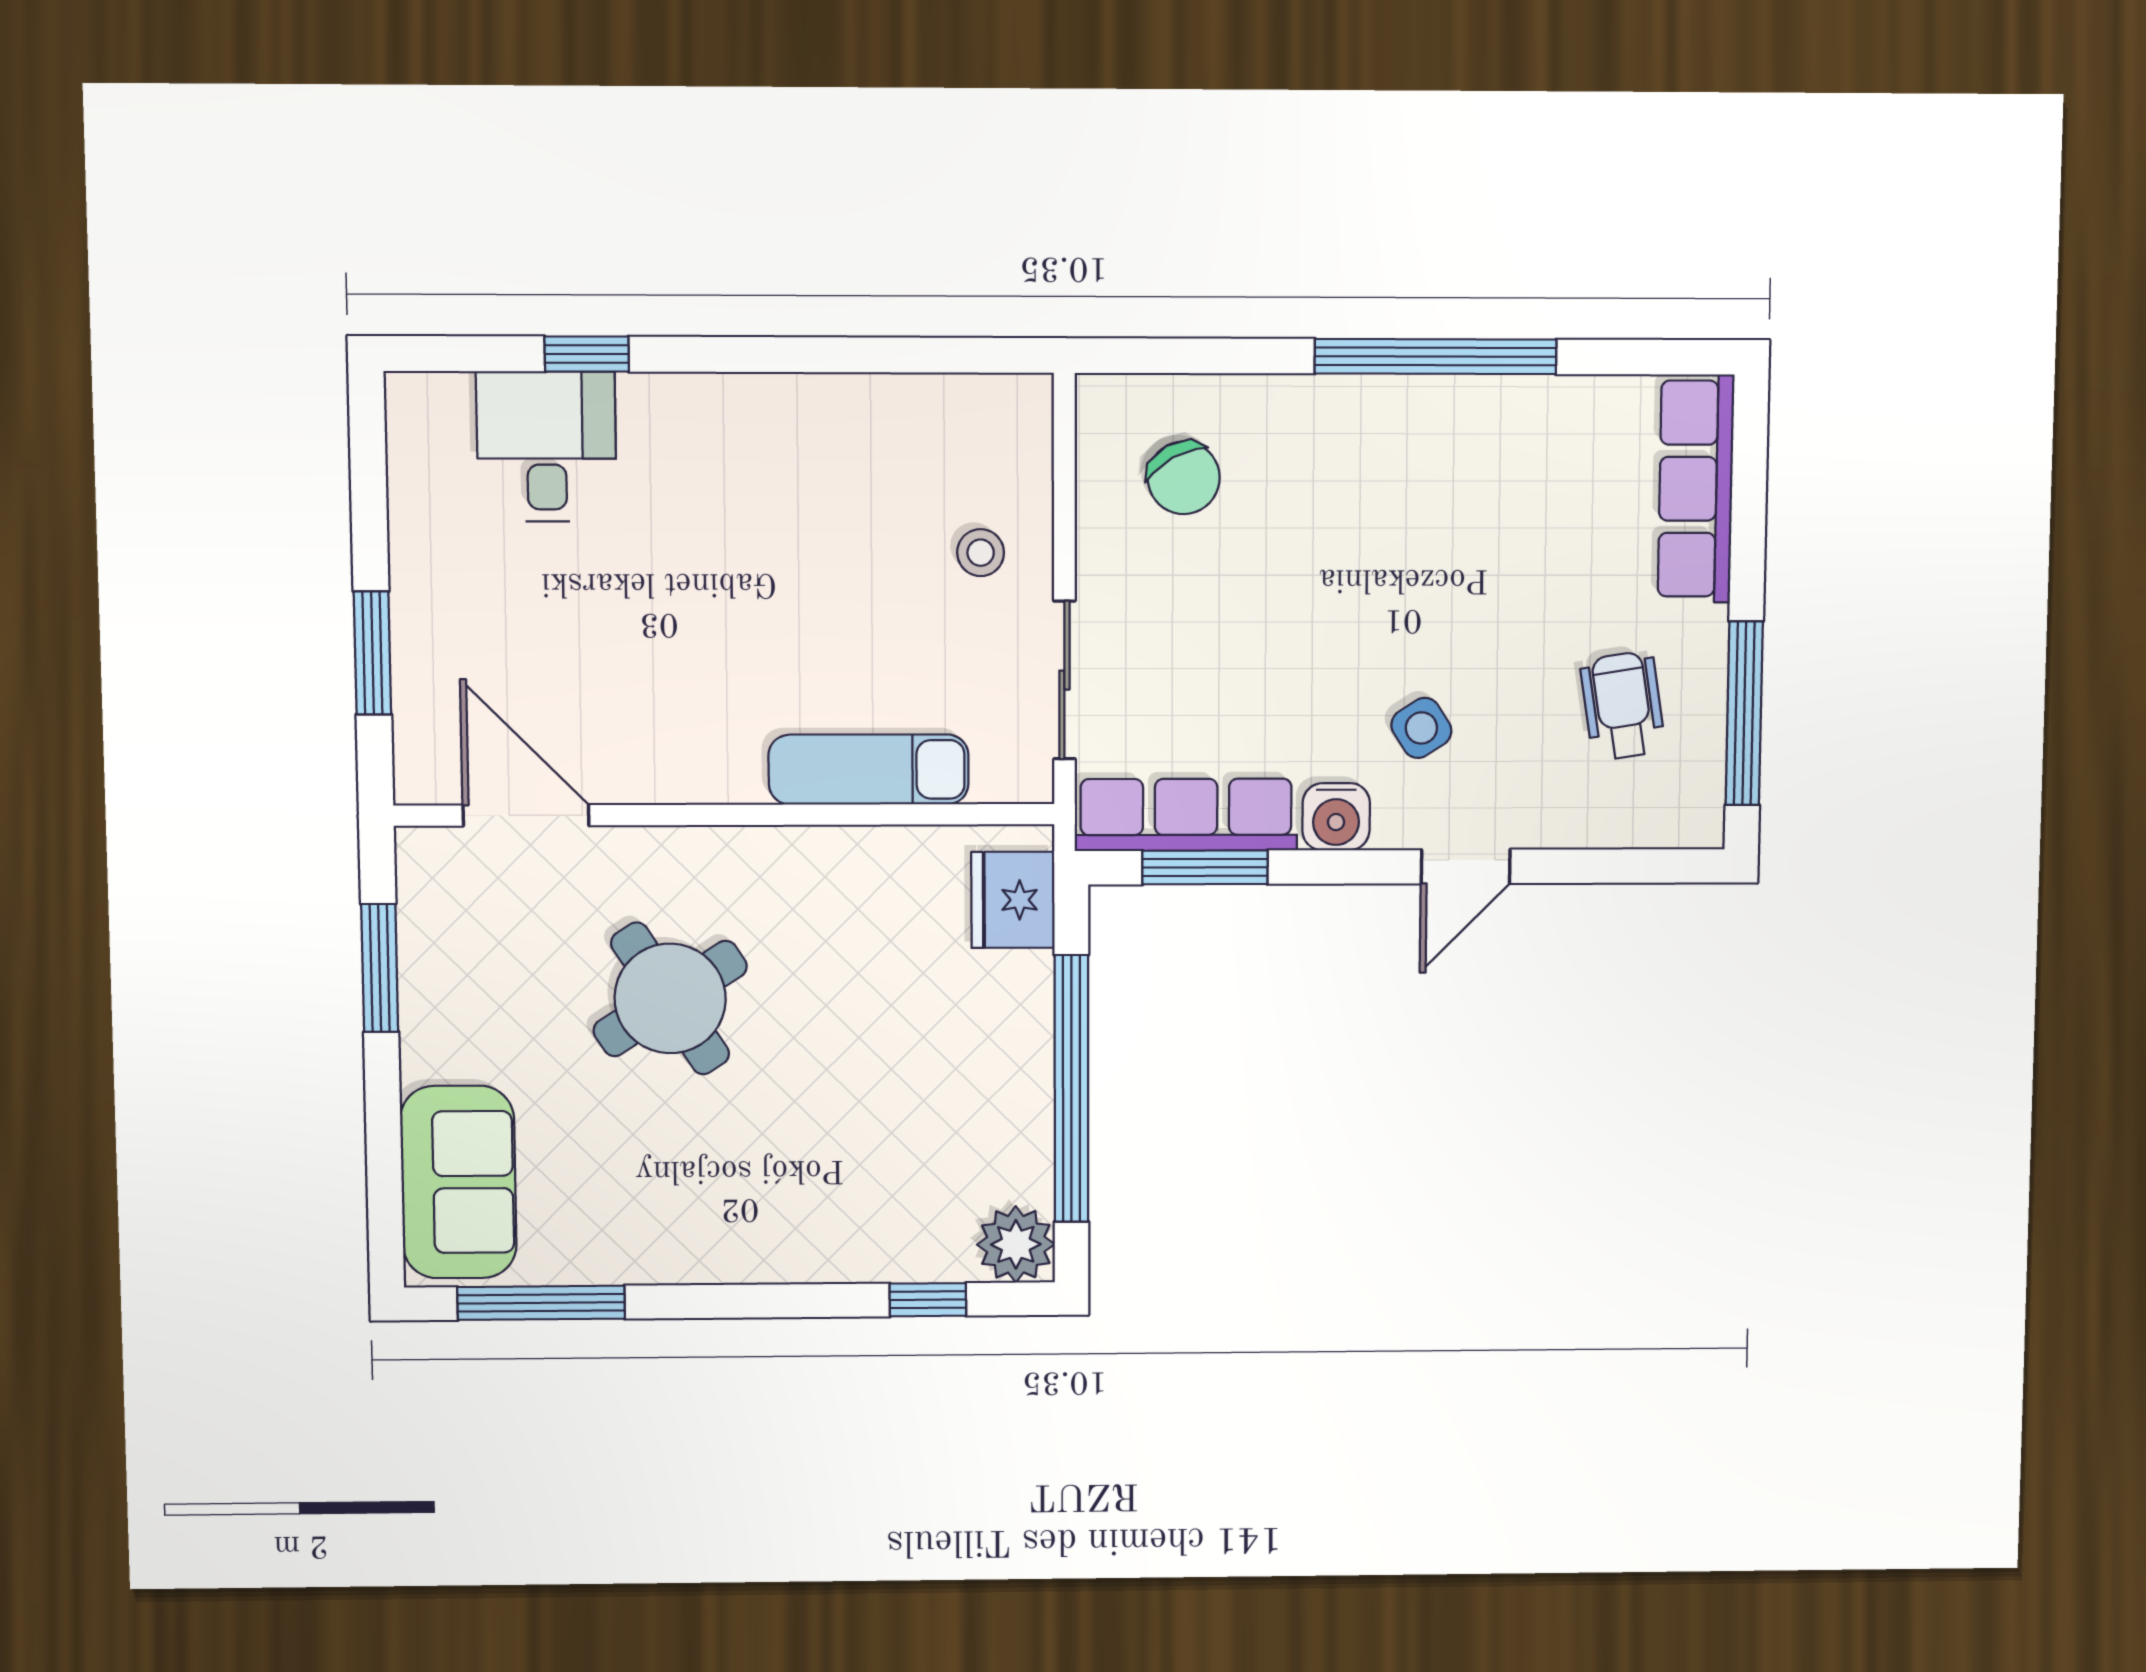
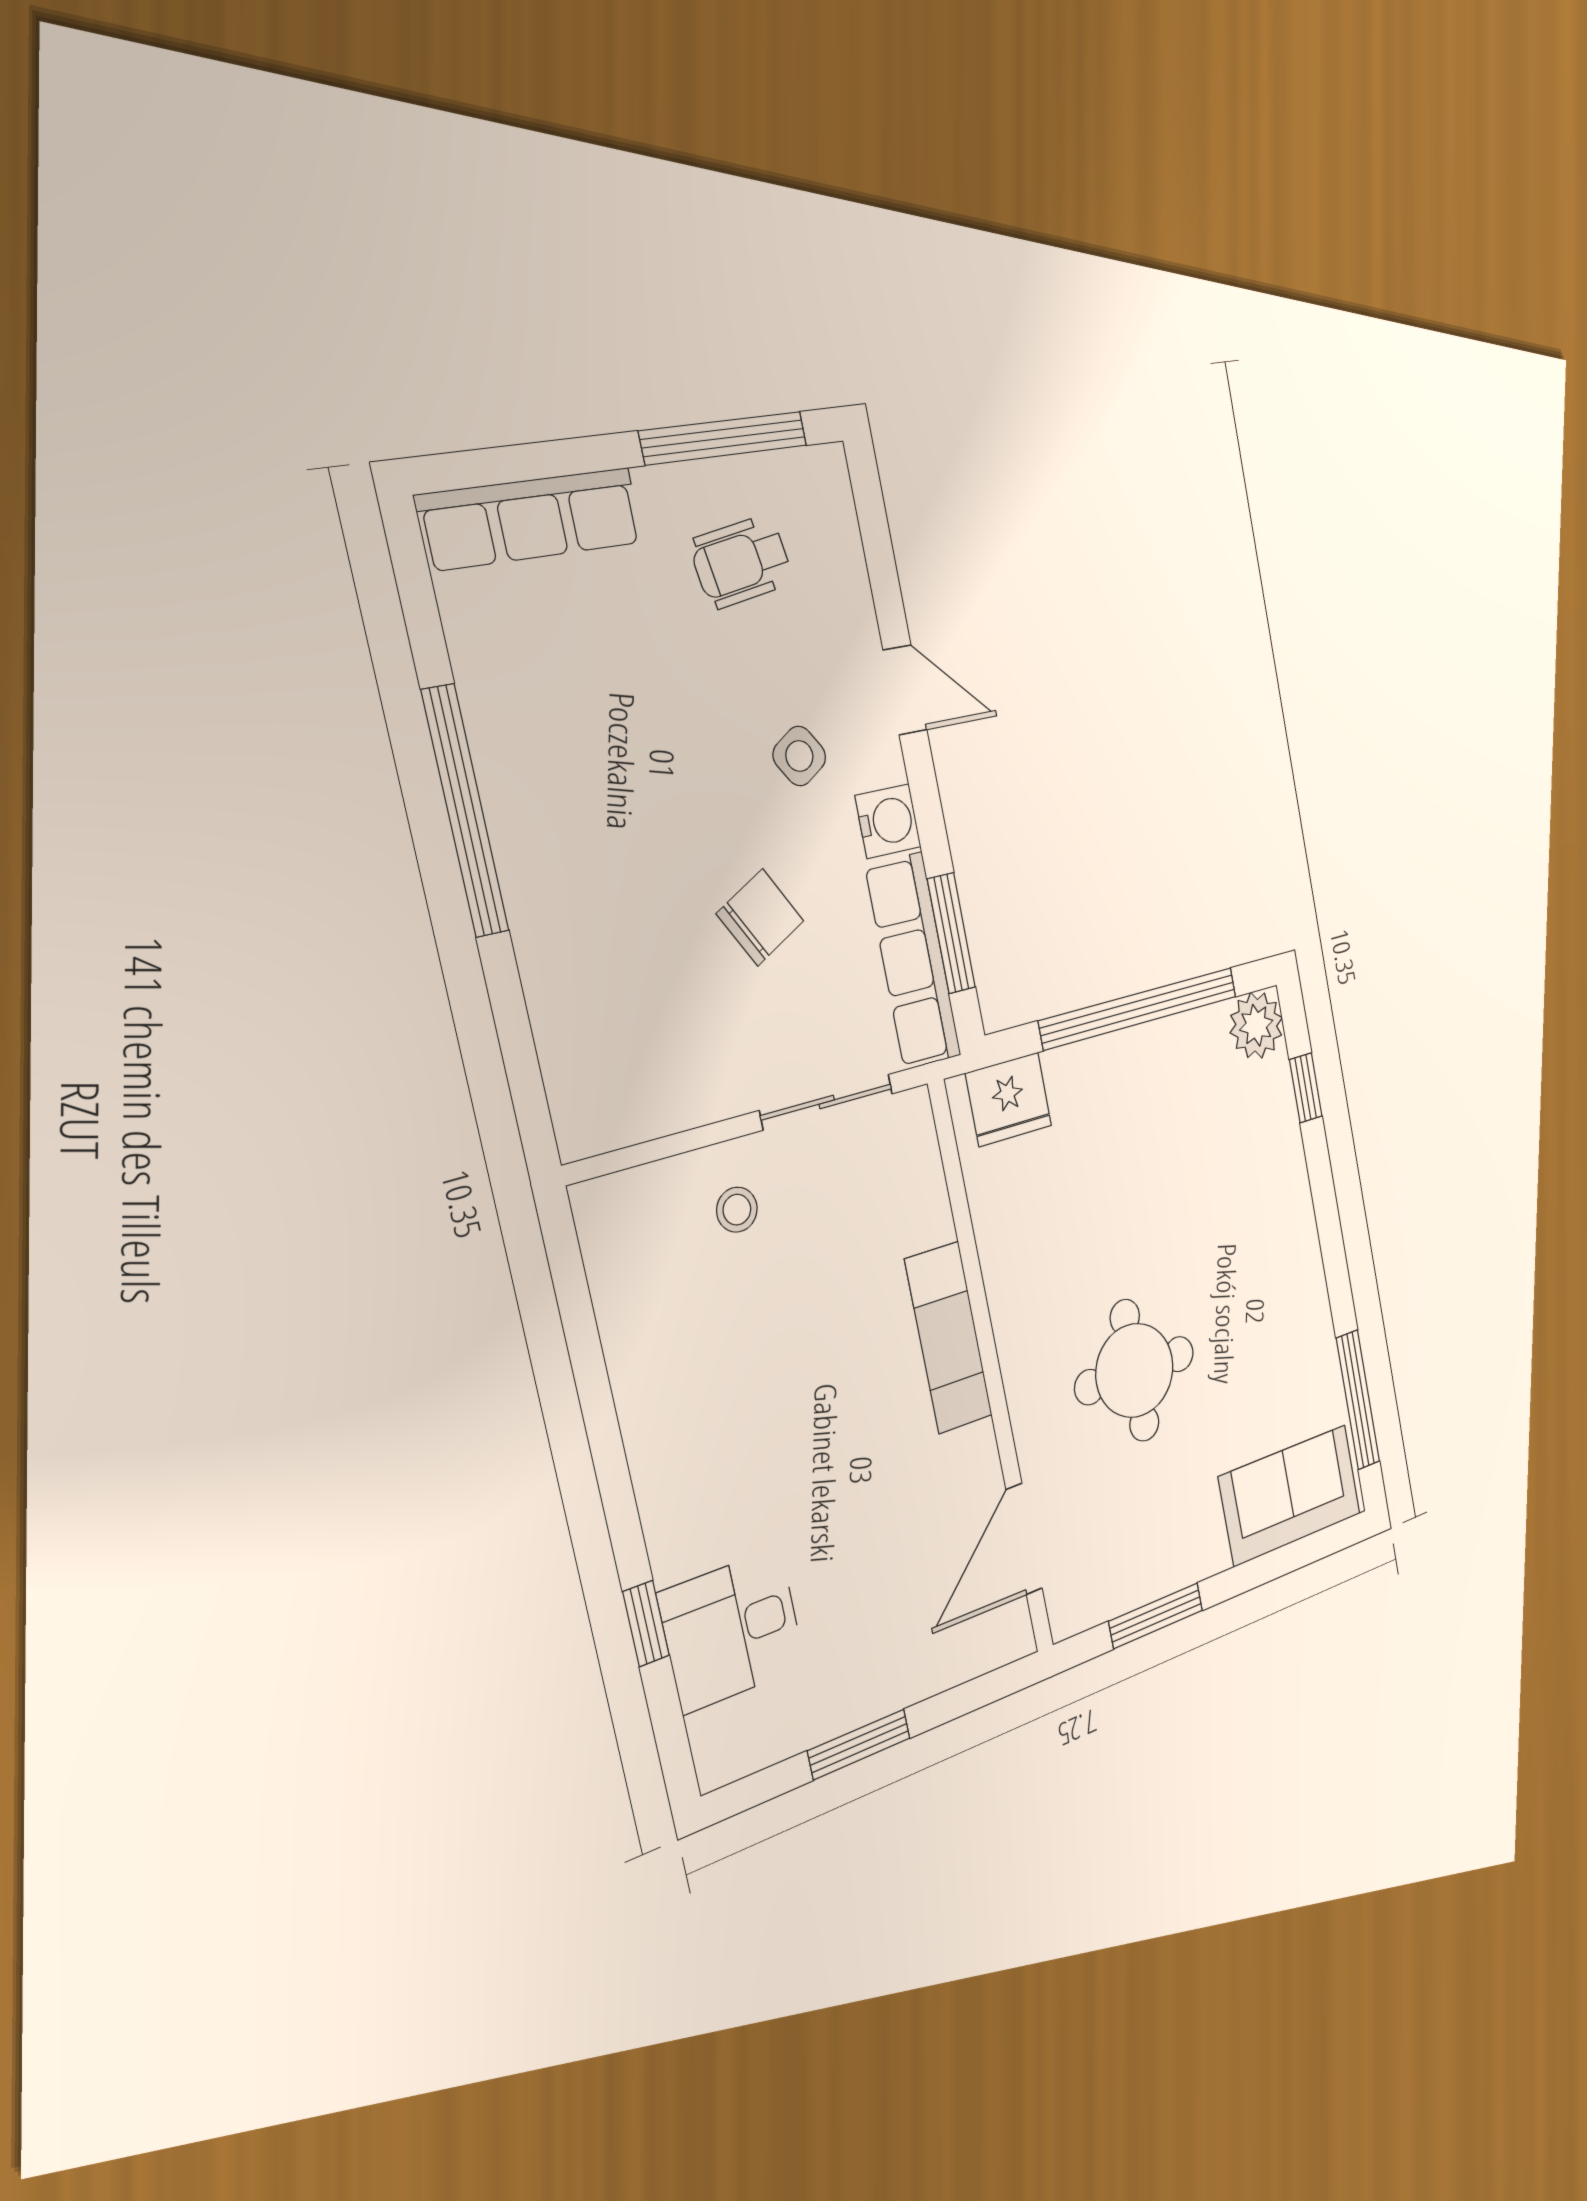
chair: (1184, 478) -> (760, 917), moved
window: (372, 653) -> (859, 1744), moved
exam couch: (869, 770) -> (949, 1338), moved
round table: (670, 998) -> (1135, 1370), turned 33

